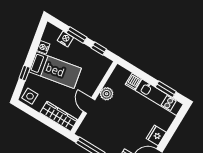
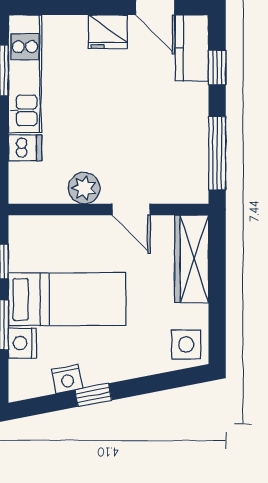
bed: (55, 70) -> (67, 299), moved, turned 101
window: (25, 73) -> (93, 395), moved
door: (89, 106) -> (131, 209), hinge flipped

